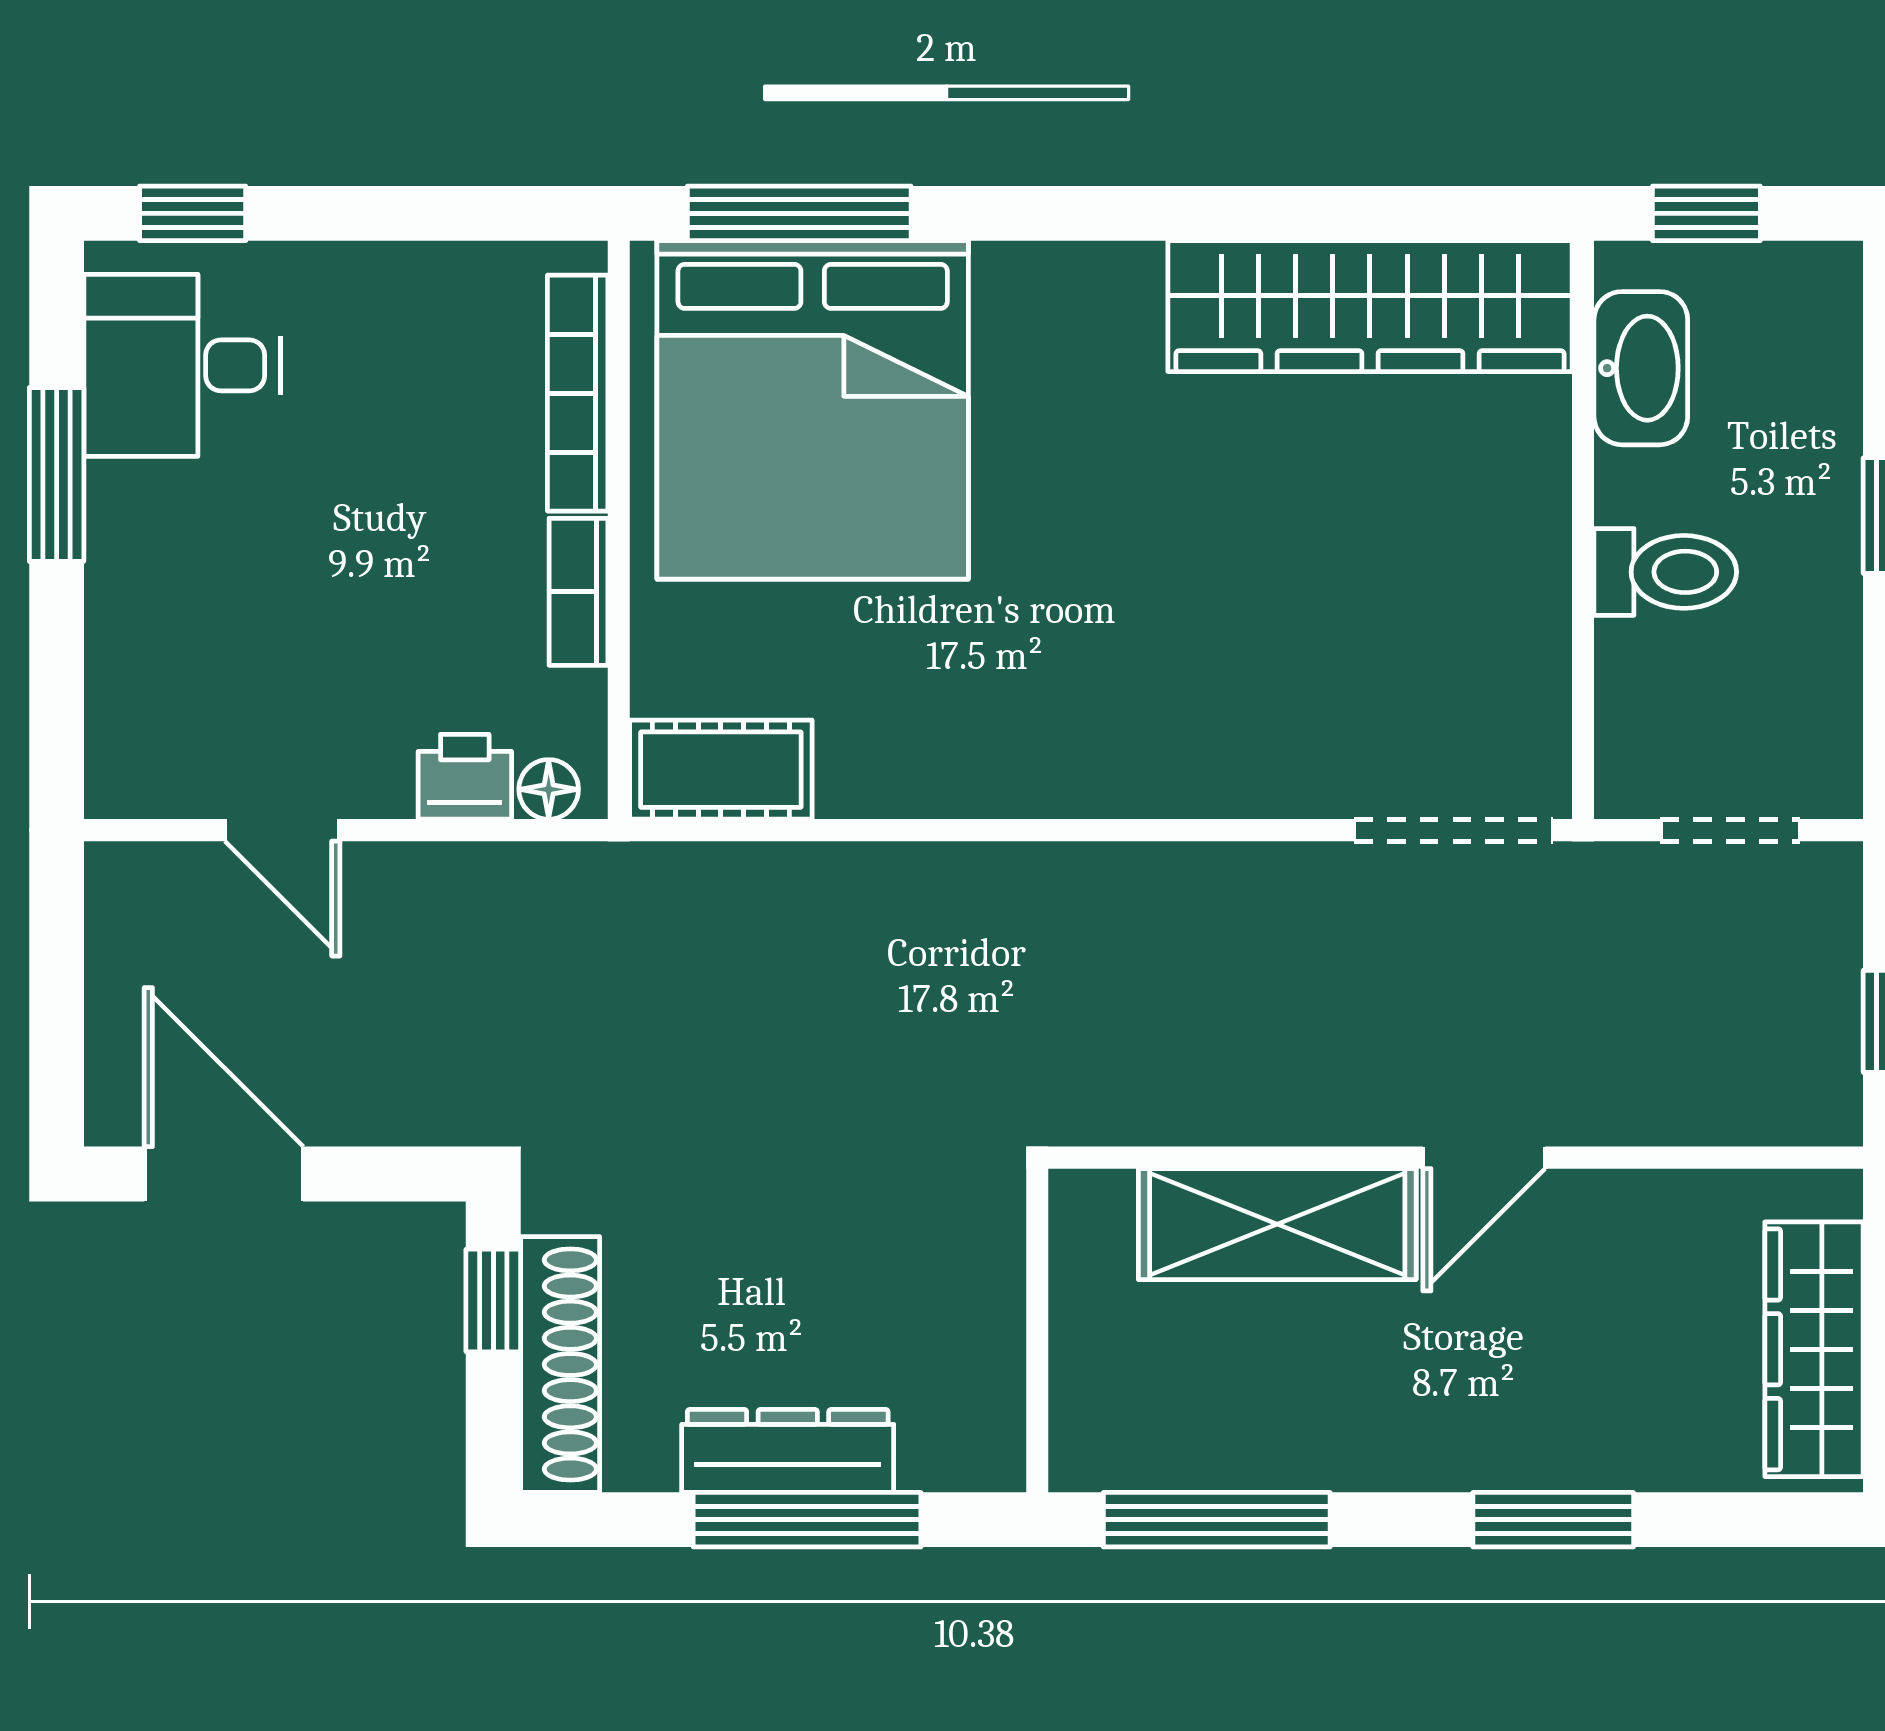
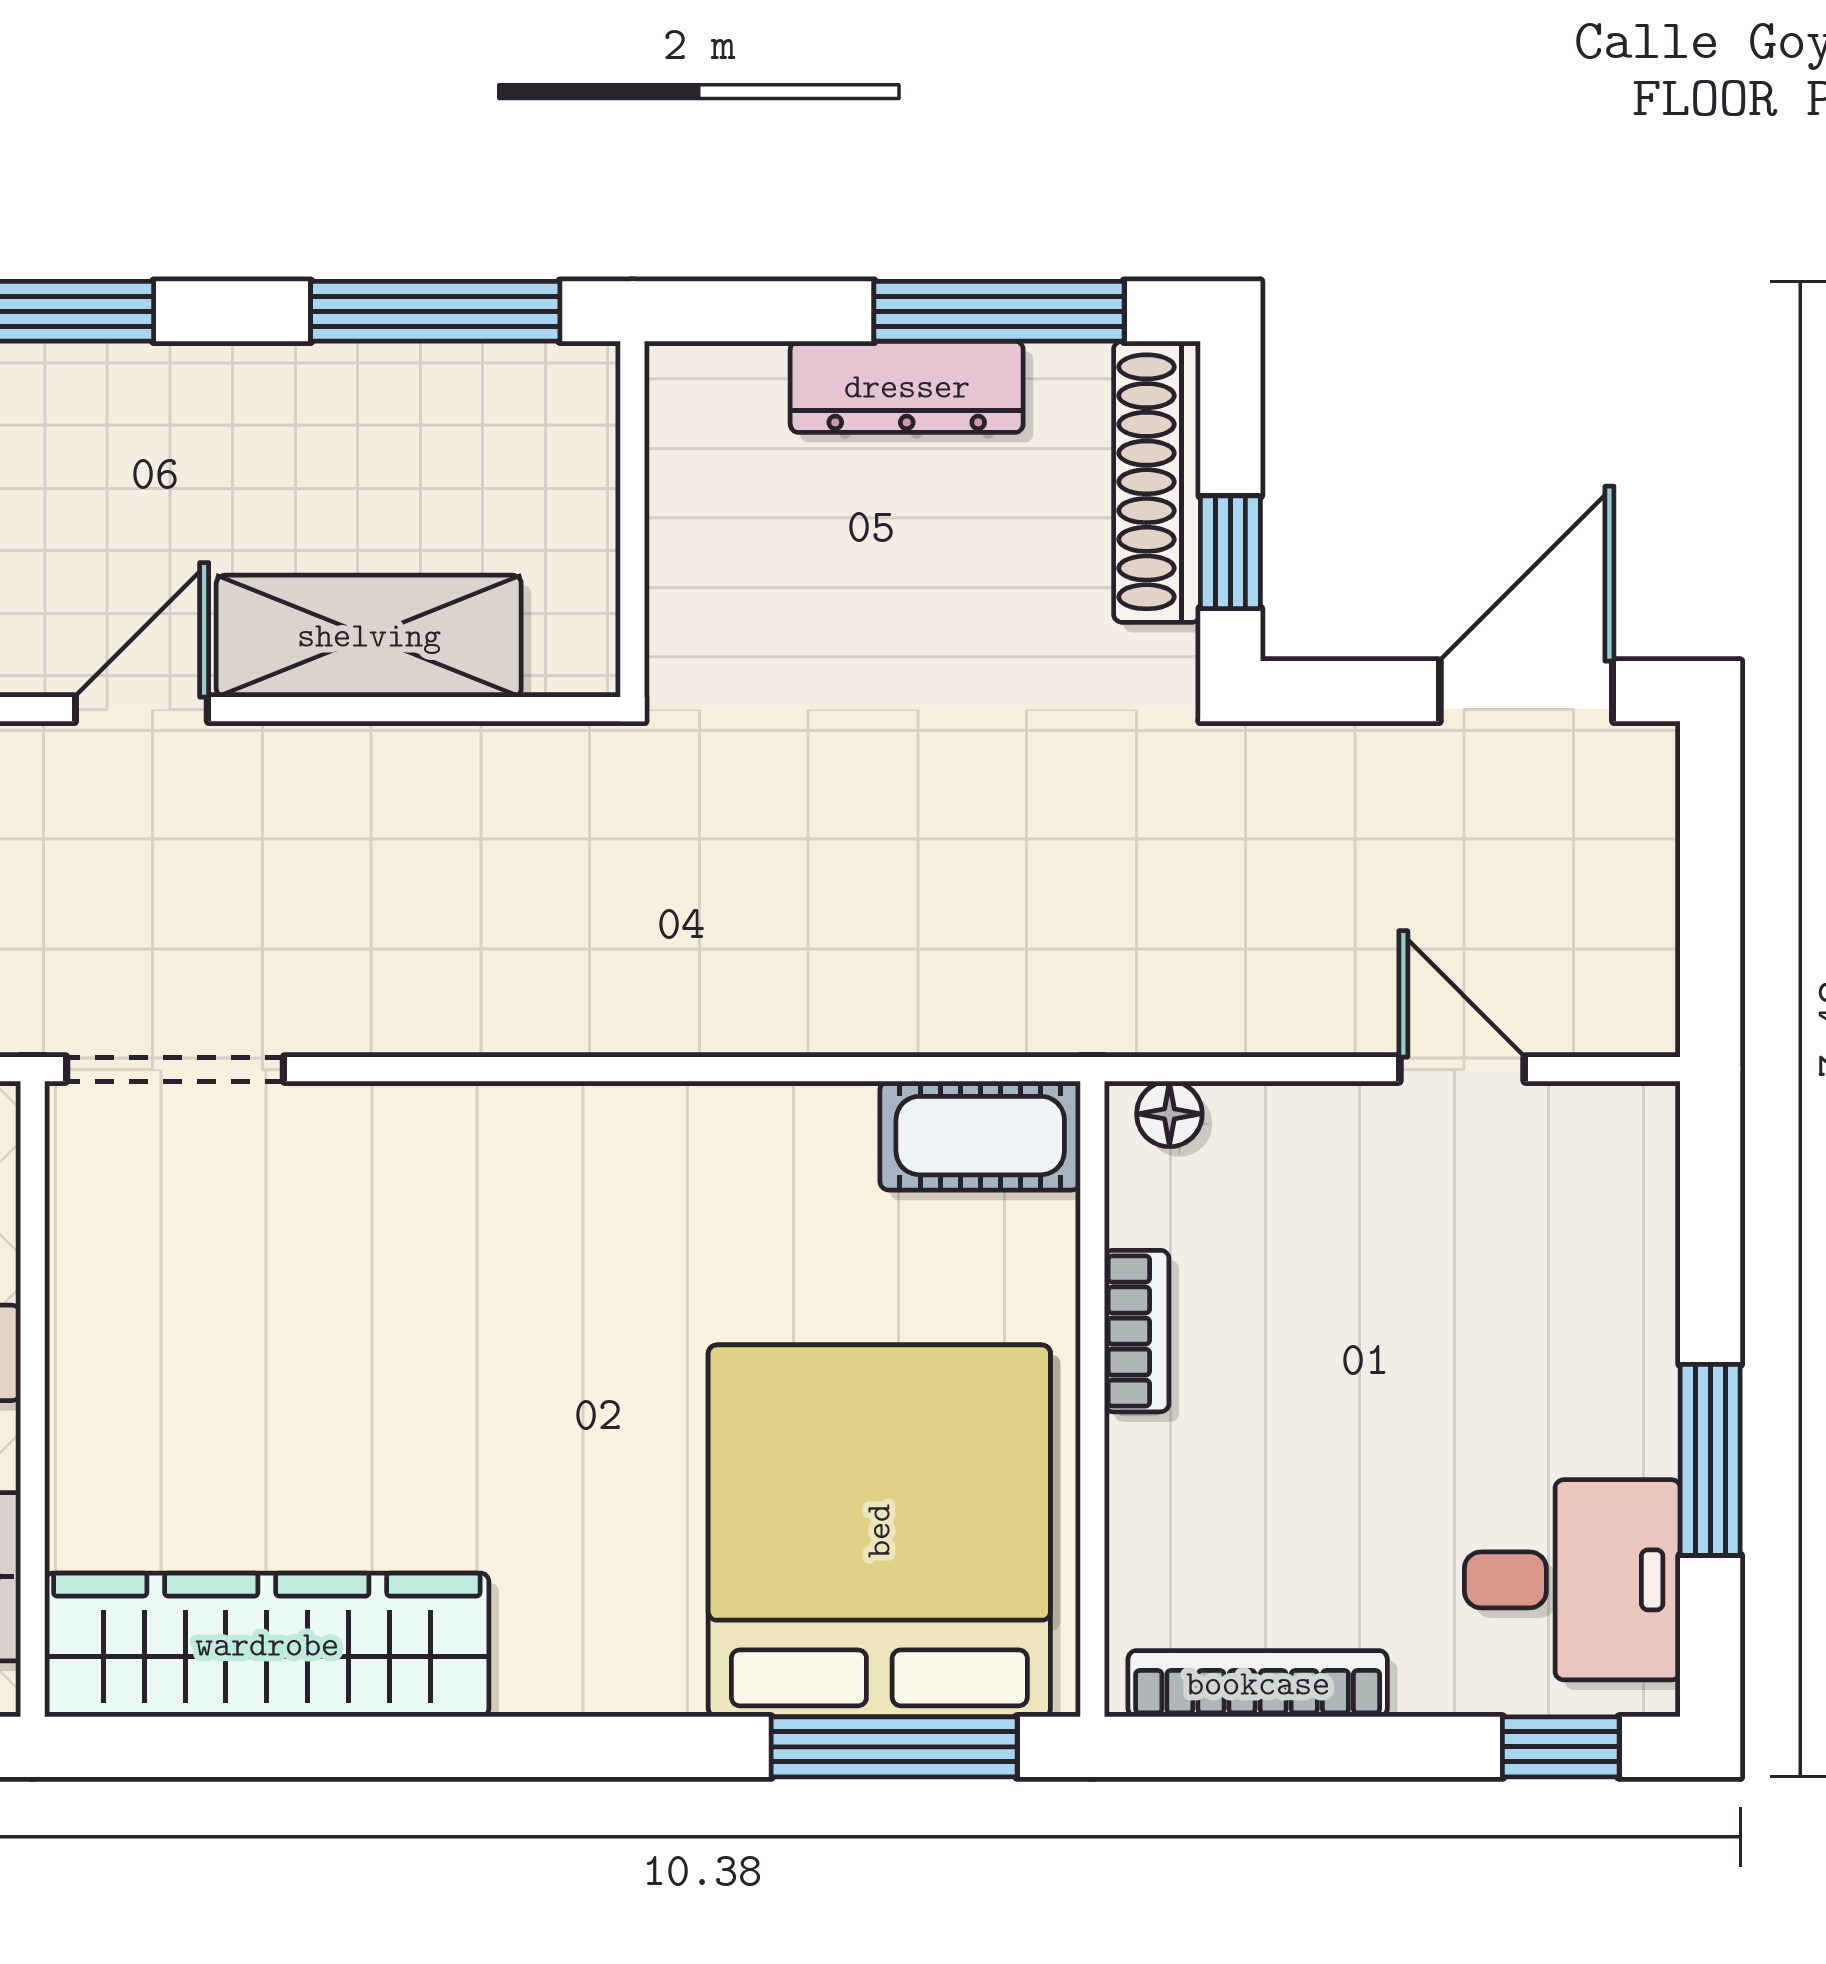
bookcase: (578, 393) -> (1258, 1684), moved, turned -90
printer: (465, 777) -> (1262, 1128), removed
door: (224, 1174) -> (1526, 691), swing flipped
window: (807, 1520) -> (999, 311), moved

